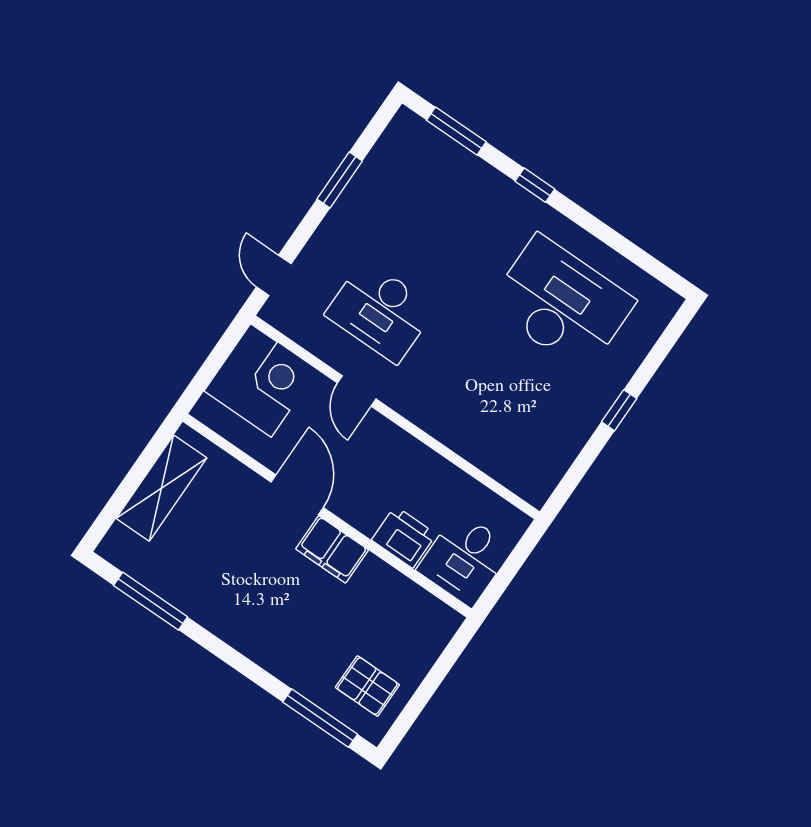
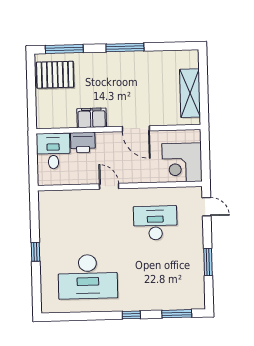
door: (357, 391) -> (109, 186), moved
filing cabinet: (332, 549) -> (92, 118), moved
window: (151, 601) -> (125, 47), moved
pallet: (367, 686) -> (55, 75), width x1.50, depth x1.42

